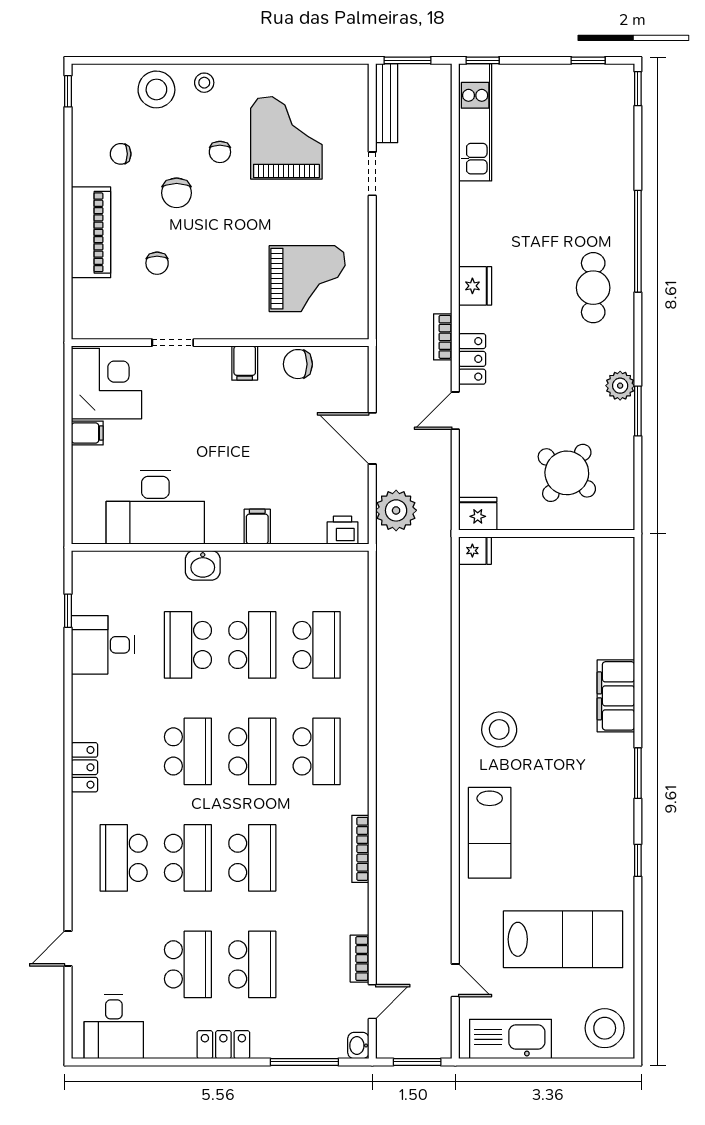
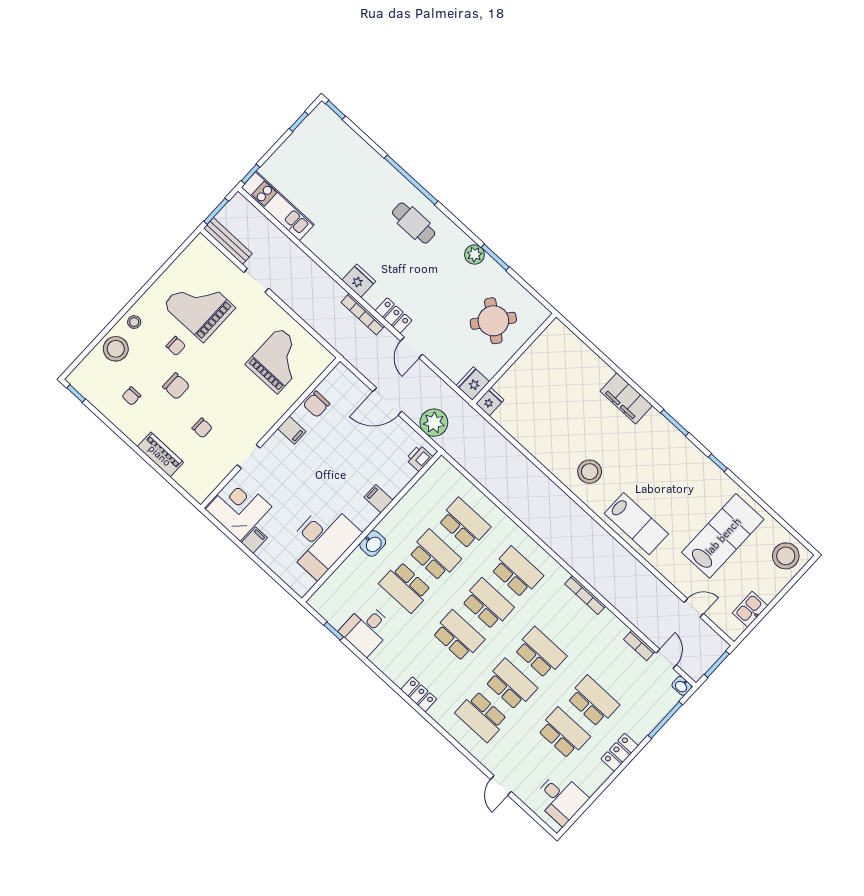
piano: (91, 232) -> (160, 455), width x0.73, depth x0.75
bookcase: (443, 337) -> (363, 314), width x1.56
kitchen sink: (510, 1039) -> (750, 609), width x0.53, depth x0.81

